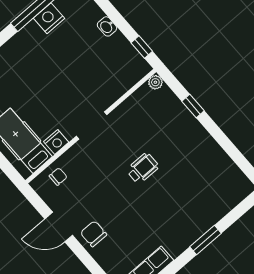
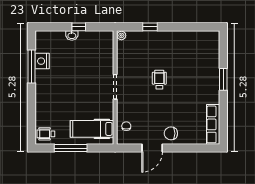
window: (142, 47) -> (79, 27), moved
nightstand: (56, 142) -> (108, 112), removed

